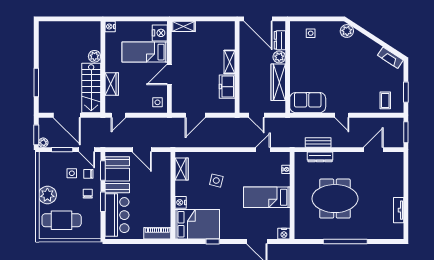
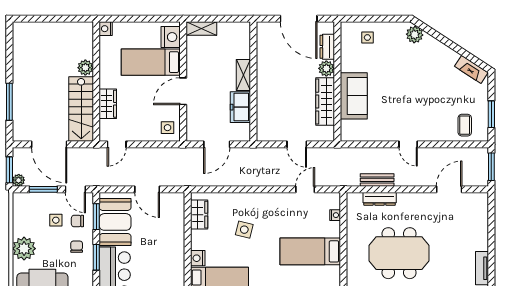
shelving: (229, 62) -> (243, 75), moved
wall: (237, 67) -> (253, 82), moved
freezer: (227, 87) -> (240, 107), moved
sofa: (308, 103) -> (354, 96), moved, turned 90

